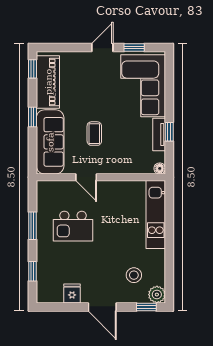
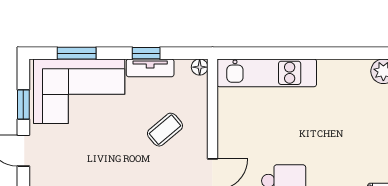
window: (169, 84) -> (77, 53), added
coffee table: (94, 134) -> (165, 130), moved, turned -40
stool: (134, 275) -> (355, 105), removed

